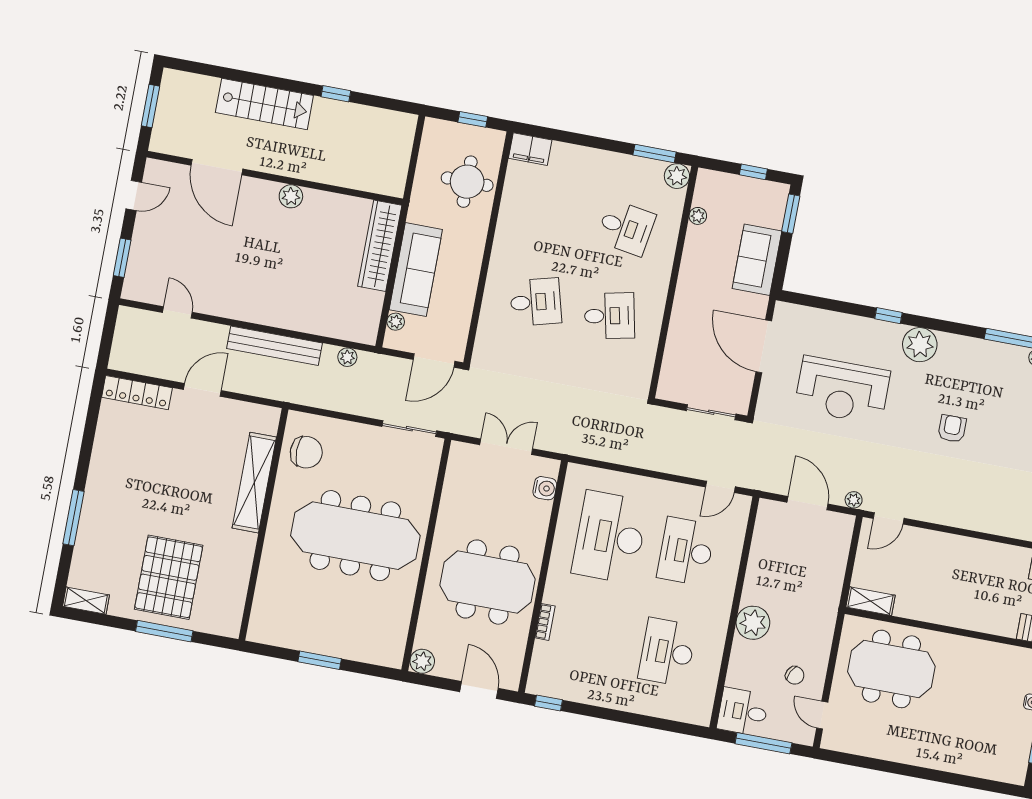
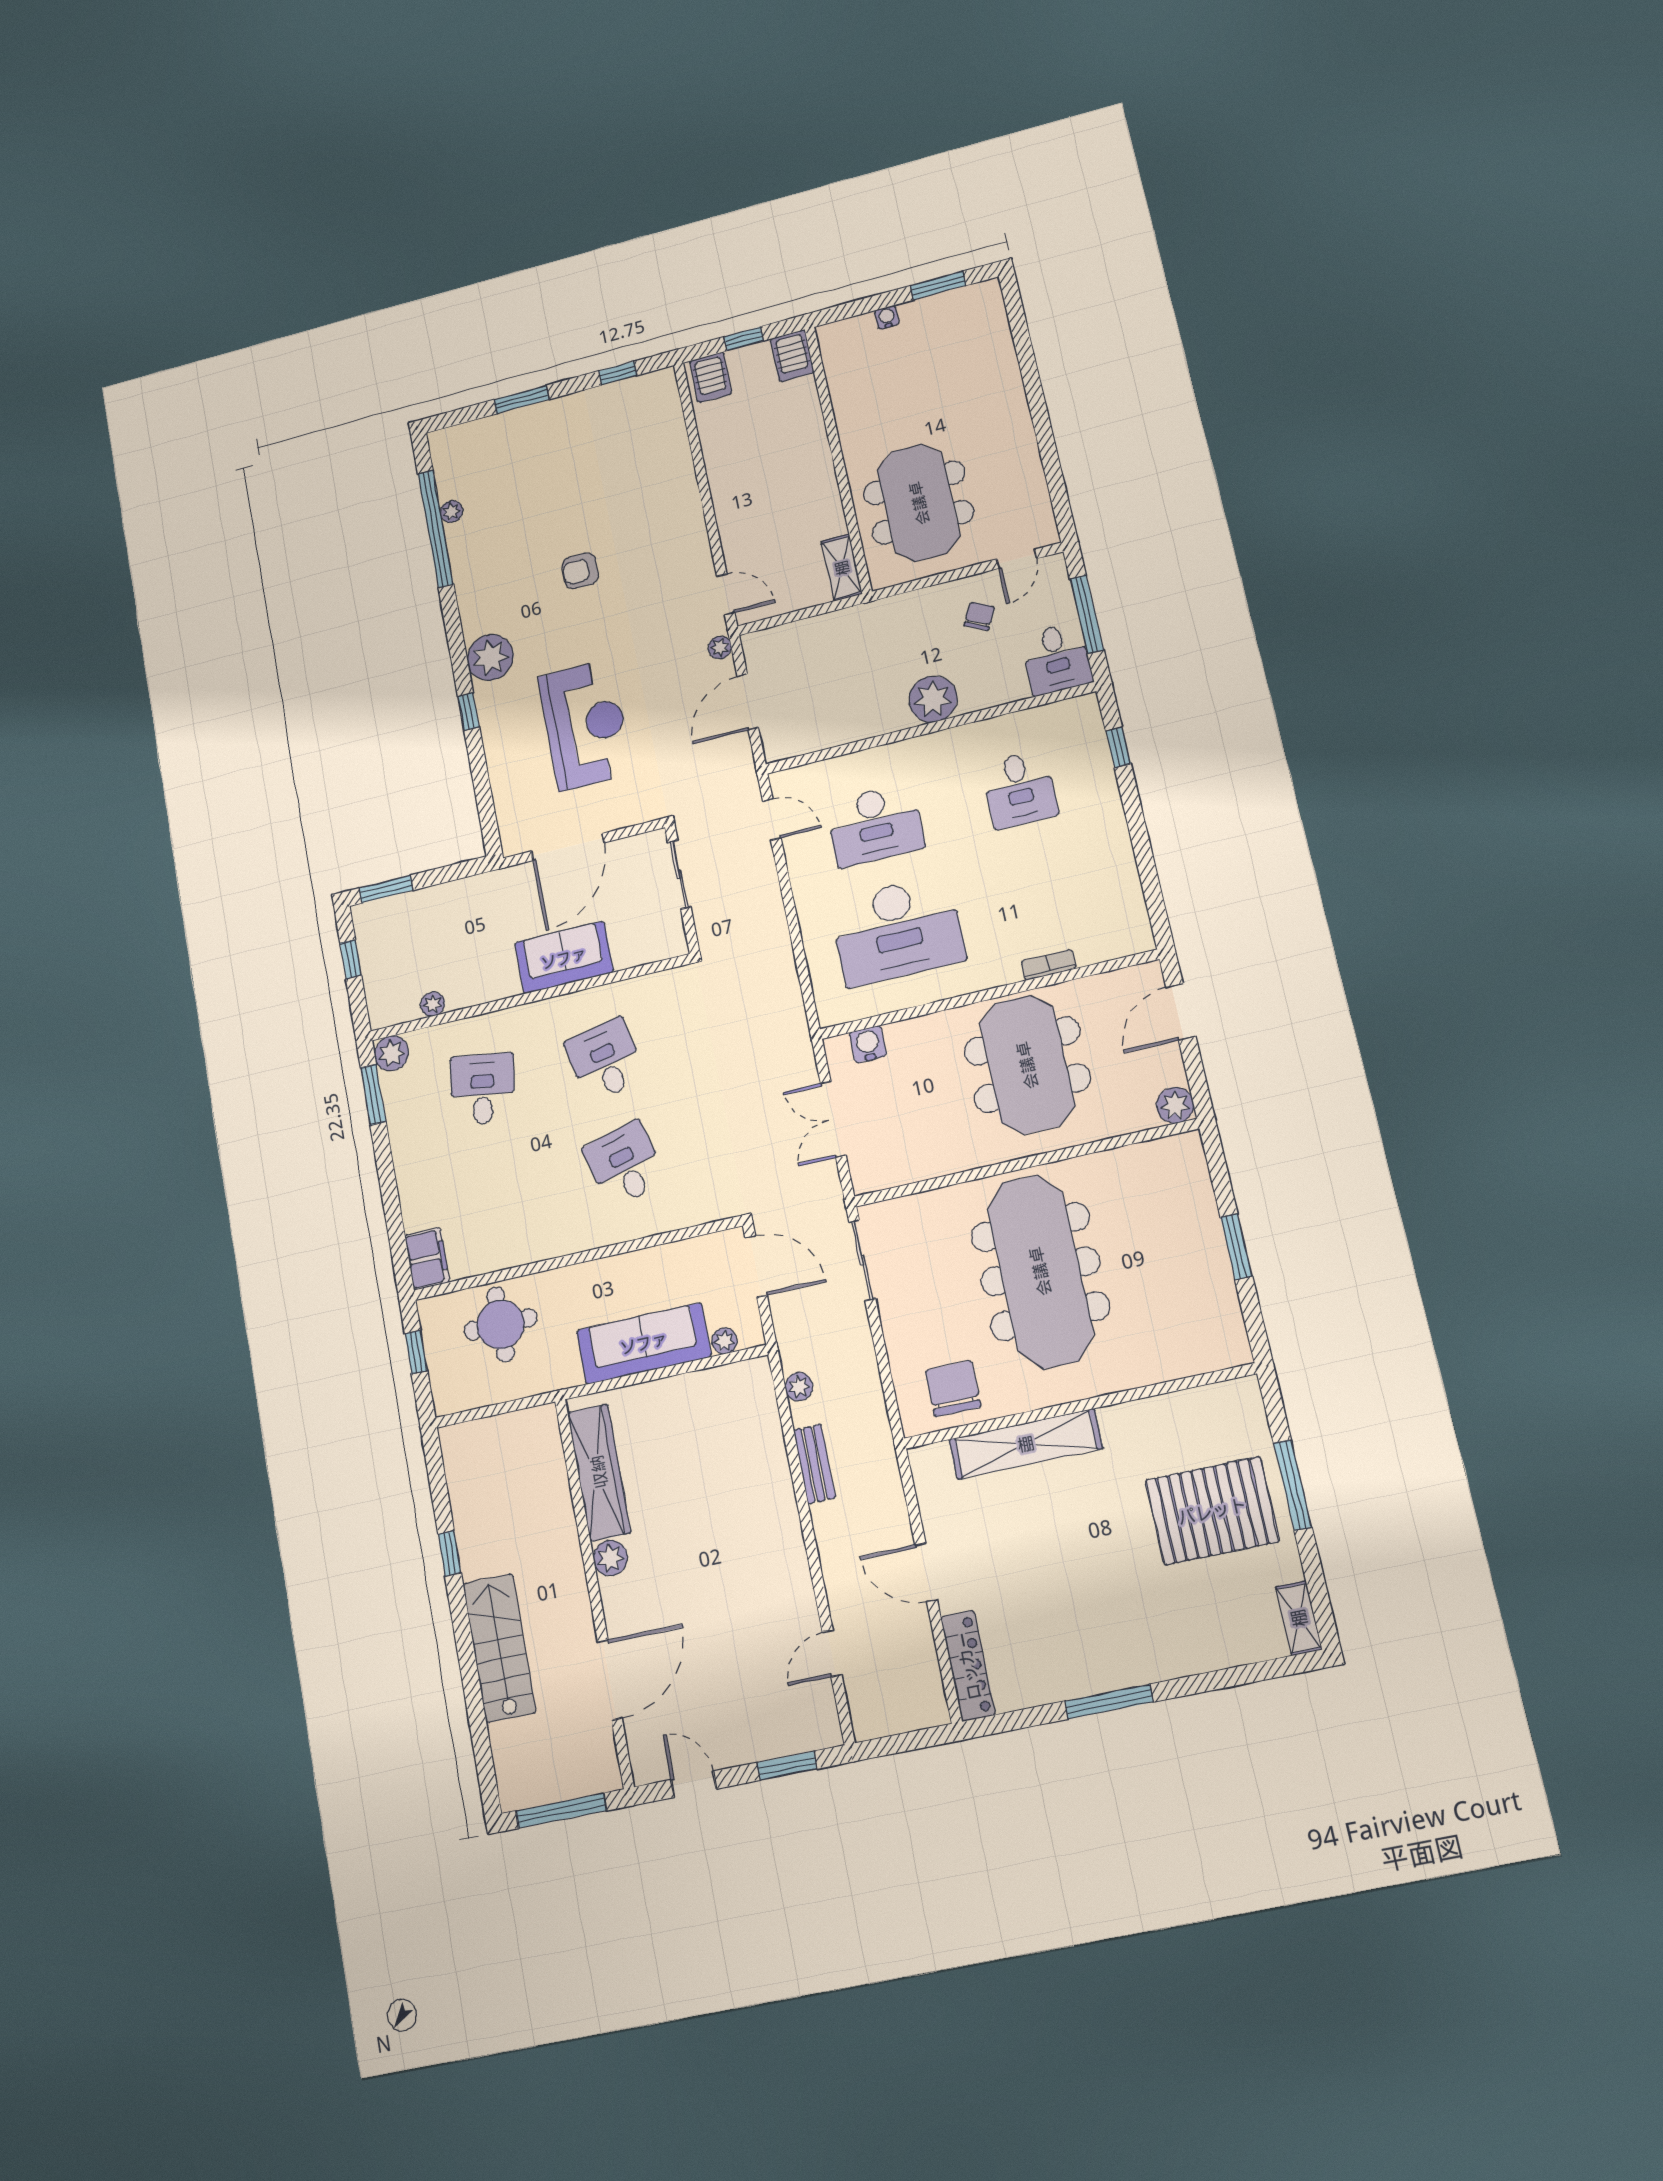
window: (150, 106) -> (561, 1811), width x1.44
wardrobe: (380, 246) -> (599, 1472), moved, turned -90
sofa: (757, 260) -> (564, 958), moved, turned 180
bench: (274, 346) -> (814, 1464), width x0.54, depth x0.82
window: (73, 518) -> (1109, 1702), moved
desk: (667, 652) -> (1019, 789), width x0.73
window: (549, 703) -> (1118, 747), moved

